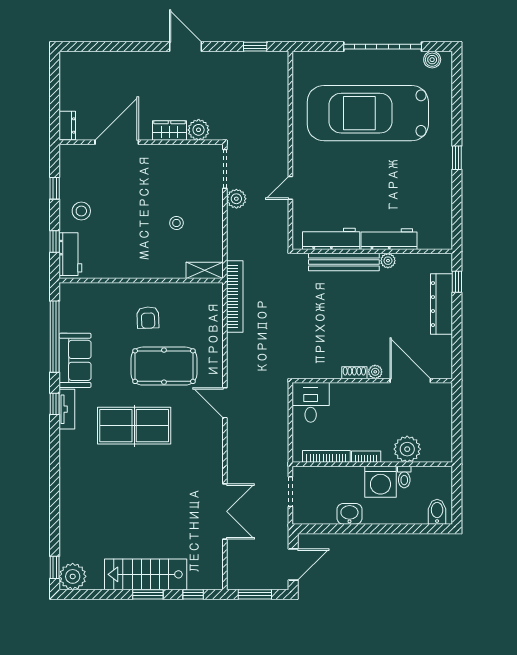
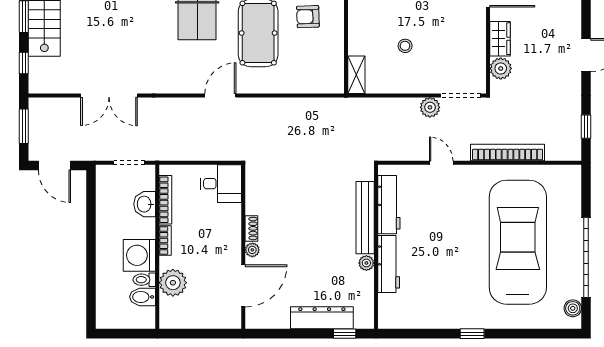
bookcase: (235, 296) -> (508, 153), moved, turned 180
bidet: (437, 512) -> (143, 297), moved, turned 180
washbasin: (349, 514) -> (145, 204), moved, turned 180

